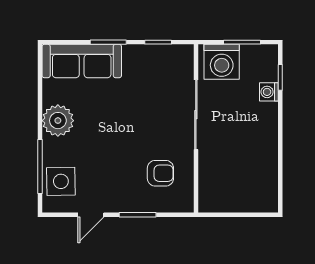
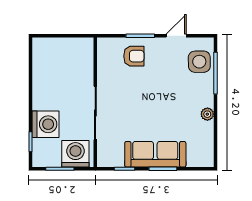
sofa: (82, 61) -> (155, 154), moved
washing machine: (269, 92) -> (45, 124), width x1.89, depth x1.89
plant: (58, 121) -> (207, 114), width x0.53, depth x0.53
armchair: (160, 173) -> (134, 56), moved, turned 180

